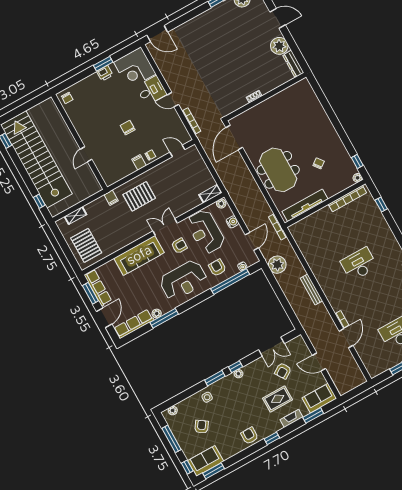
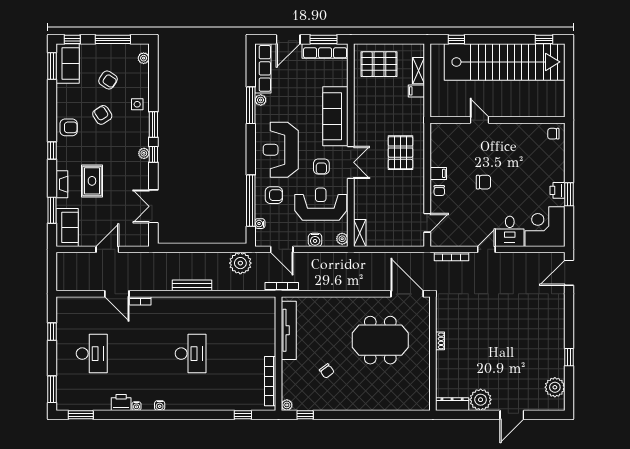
meeting table: (278, 170) -> (380, 340), moved
filing cabinet: (111, 198) -> (416, 91), moved
door: (104, 318) -> (288, 39), hinge flipped
armchair: (283, 371) -> (102, 115), moved

